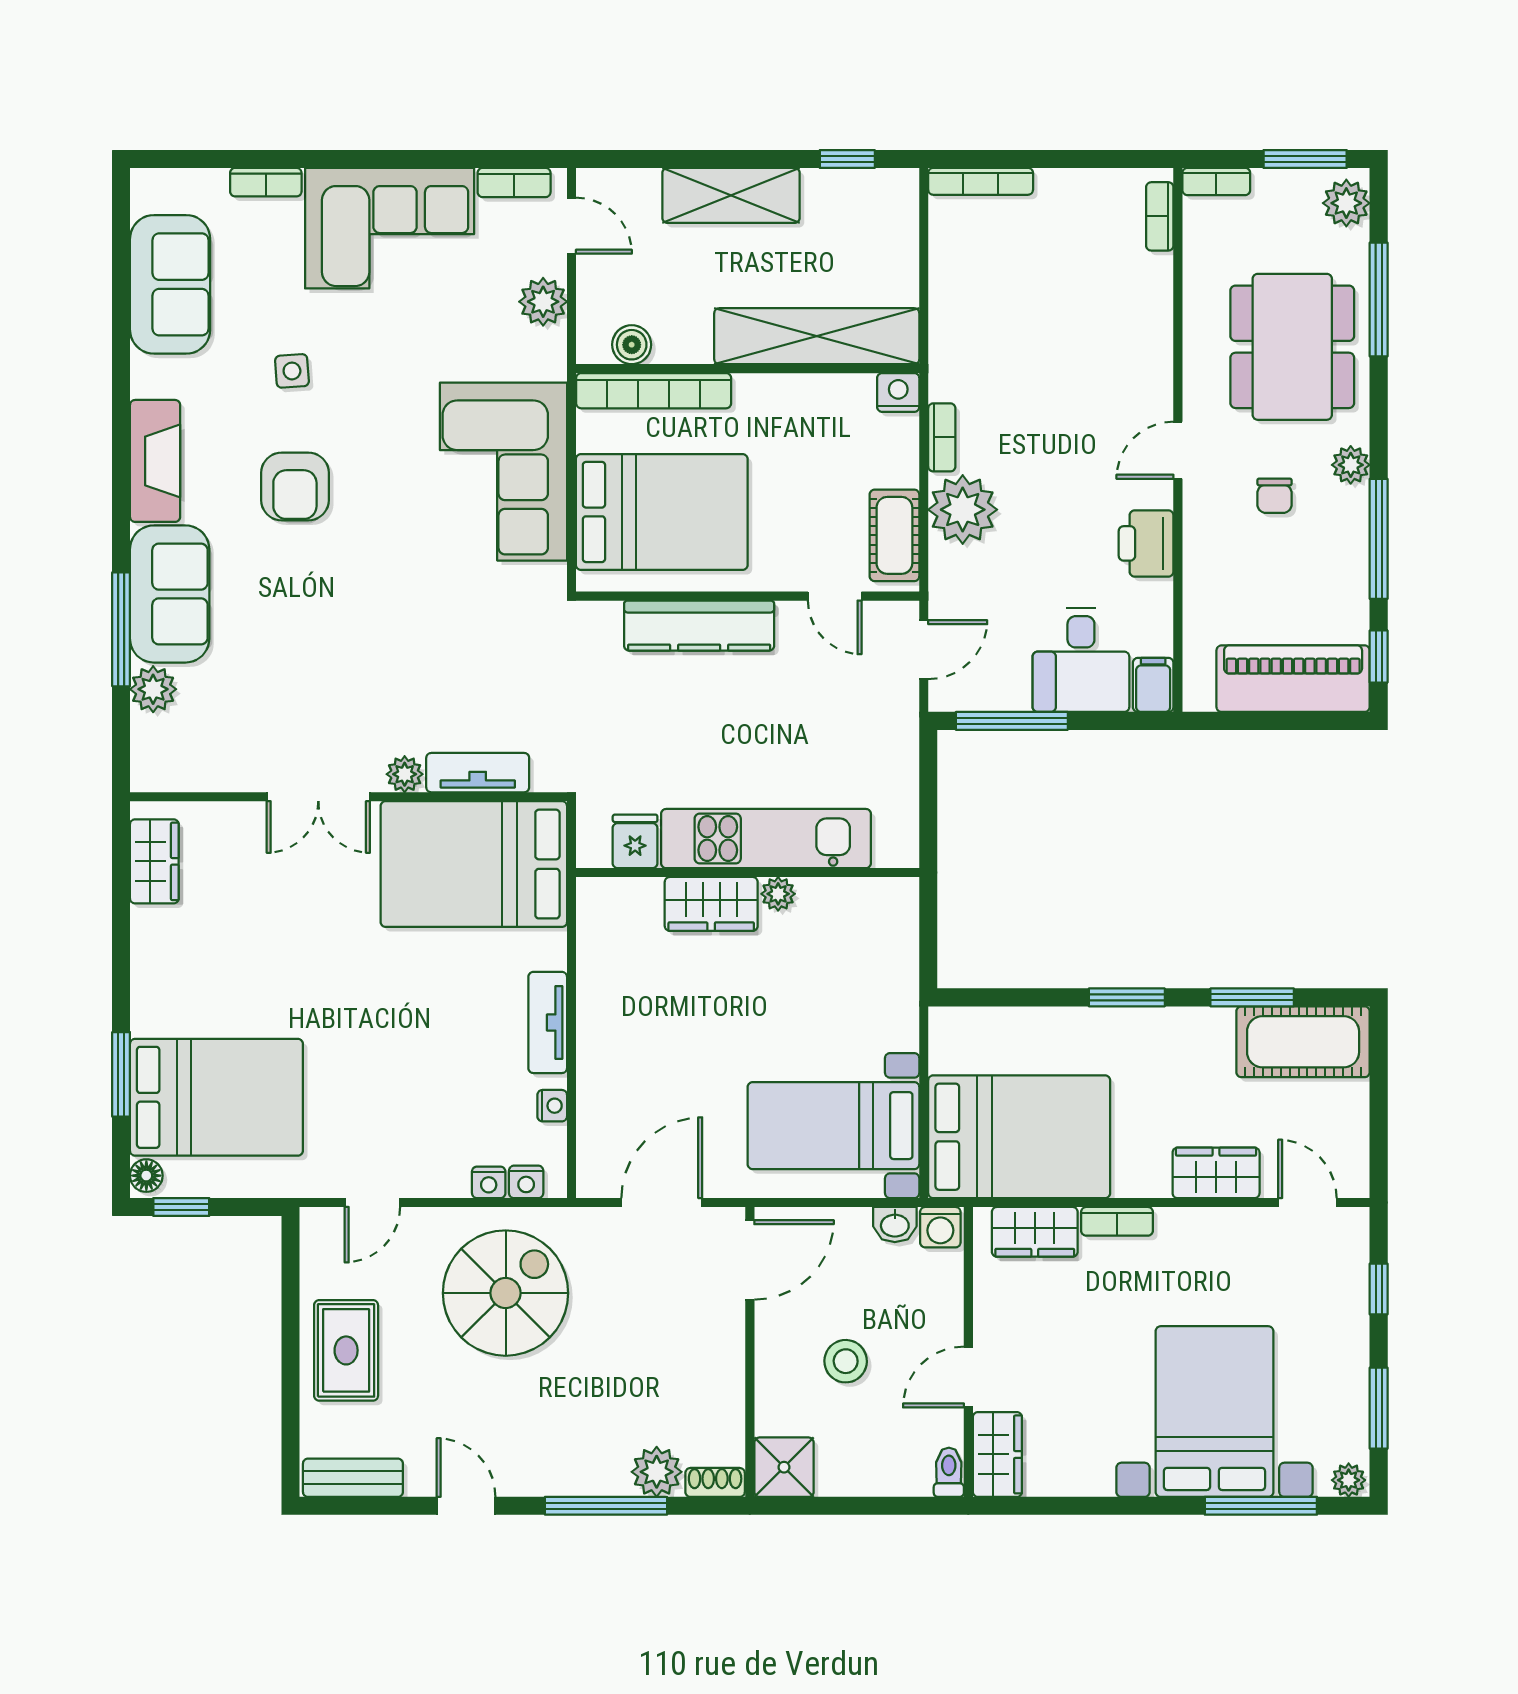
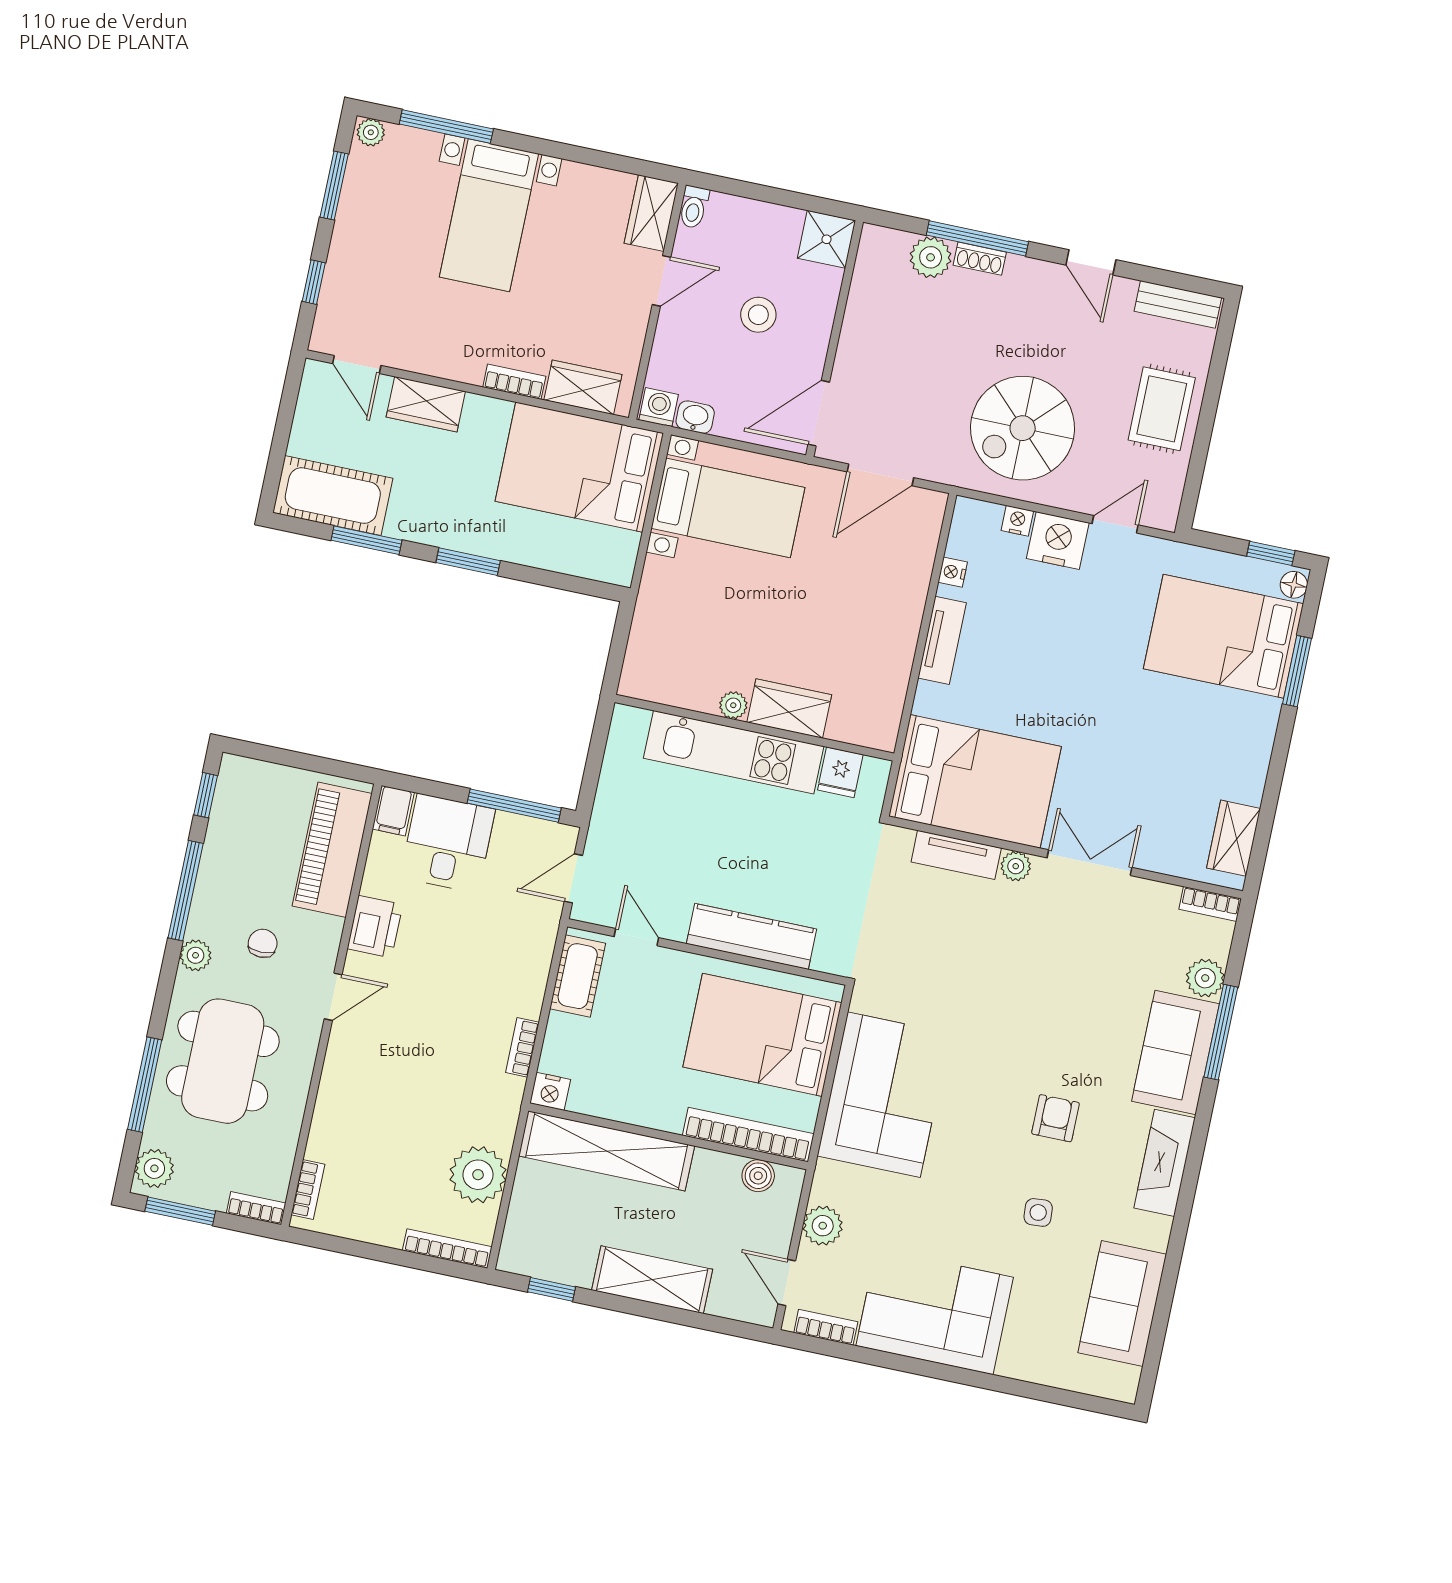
bookcase: (266, 182) -> (1210, 904), moved, turned 180
armchair: (295, 486) -> (1055, 1118), width x0.72, depth x0.72
plant: (963, 510) -> (478, 1175), moved
piano: (1293, 679) -> (332, 850), moved, turned 90
nightstand: (526, 1182) -> (1058, 541), moved, width x1.89, depth x1.79
bed with nightstands: (1214, 1412) -> (489, 215), width x0.73
shoe rack: (715, 1482) -> (980, 259), moved

